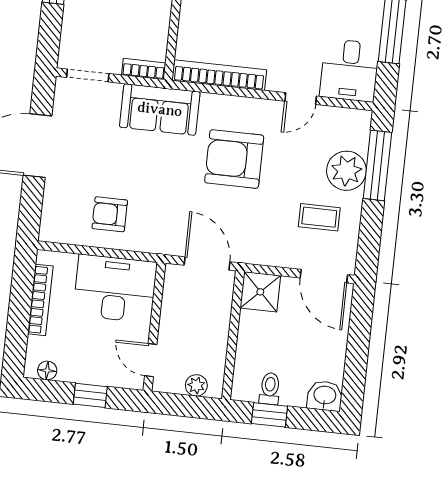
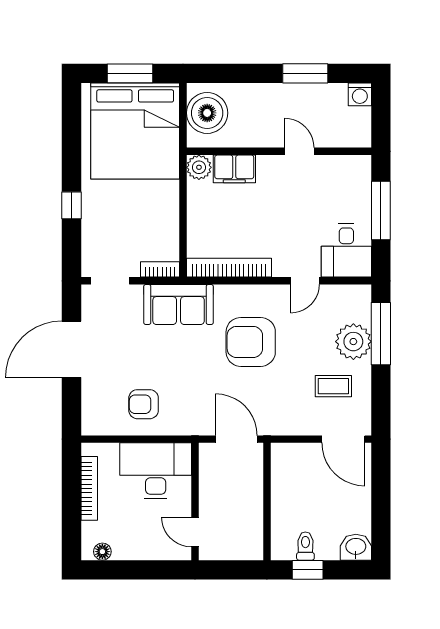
shower: (260, 292) -> (287, 460), removed
plant: (196, 385) -> (239, 550), removed
window: (90, 395) -> (144, 570), removed

